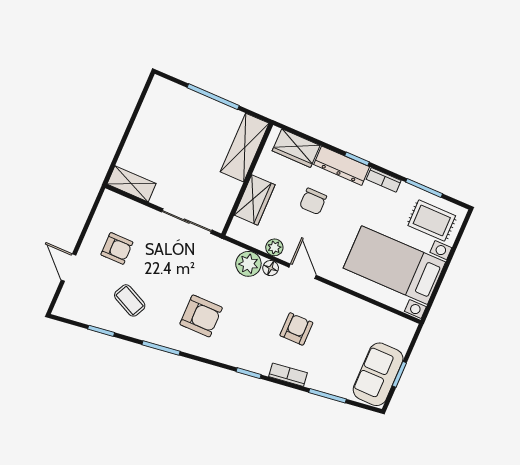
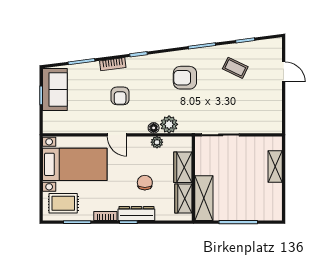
wardrobe: (296, 148) -> (183, 199), moved, turned -90
shelving: (132, 184) -> (275, 166), moved, turned 90
armchair: (117, 248) -> (258, 98), removed
door: (303, 271) -> (117, 135), moved

